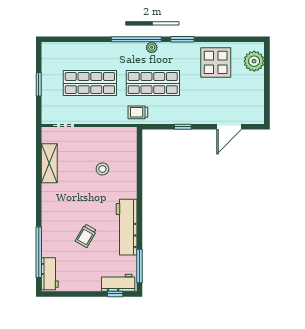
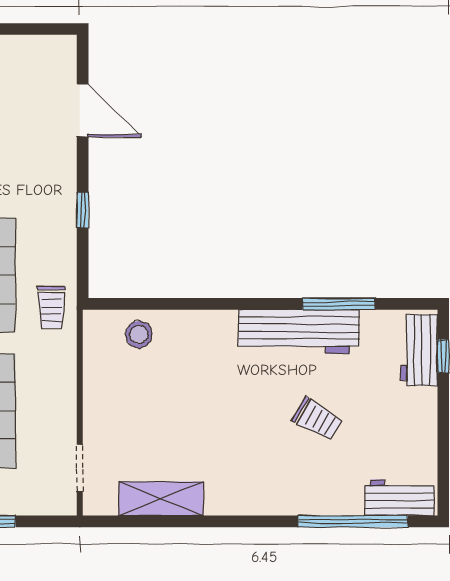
stool: (102, 169) -> (139, 334), moved
window: (140, 266) -> (339, 304), moved

